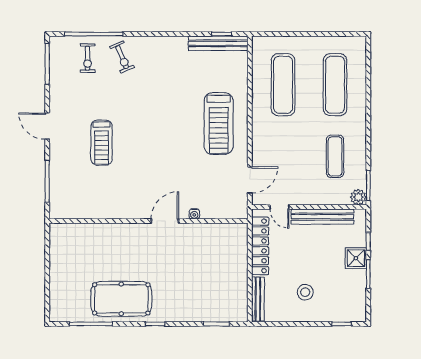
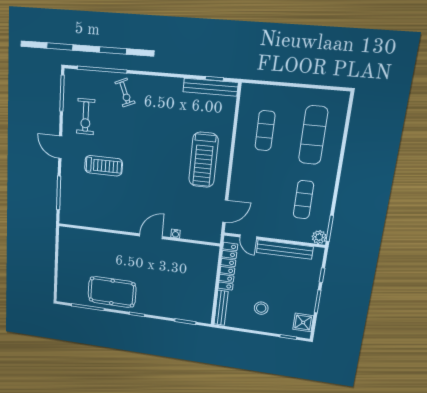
exercise bike: (88, 58) -> (86, 117), moved, width x1.38, depth x1.39
exercise mat: (283, 85) -> (265, 131), width x0.73, depth x0.69
treadmill: (102, 143) -> (104, 166), turned -90
shower: (356, 258) -> (303, 322), moved

